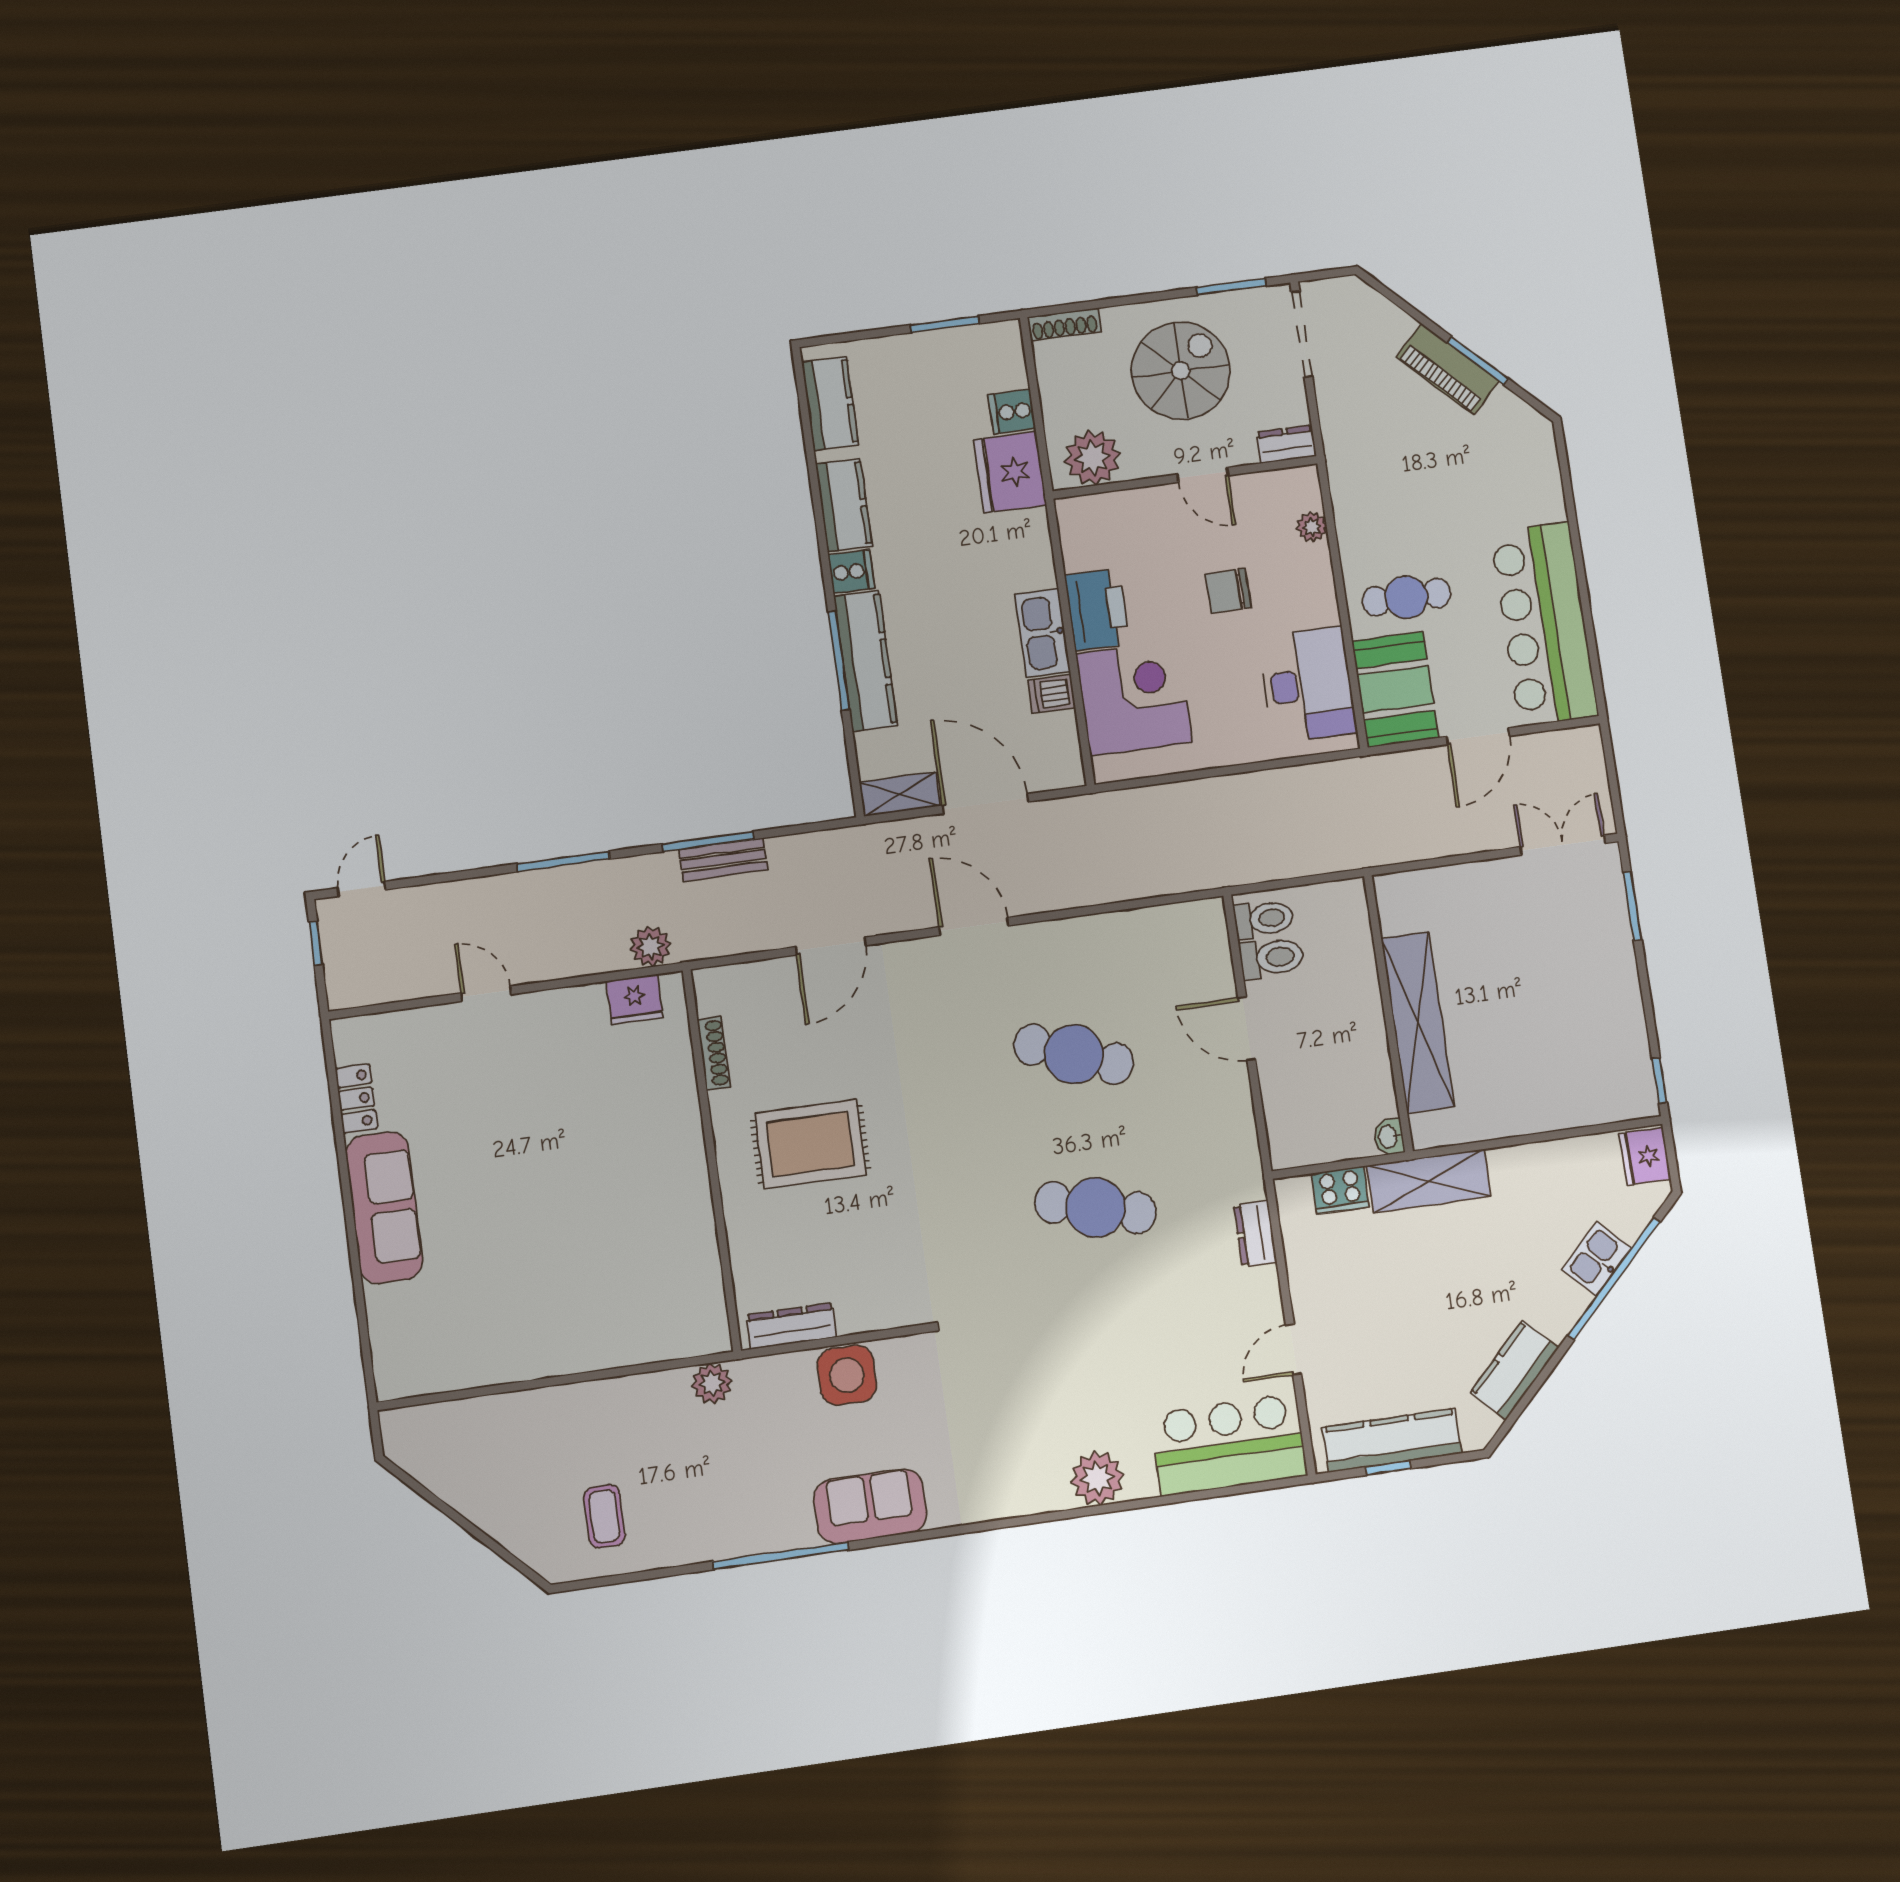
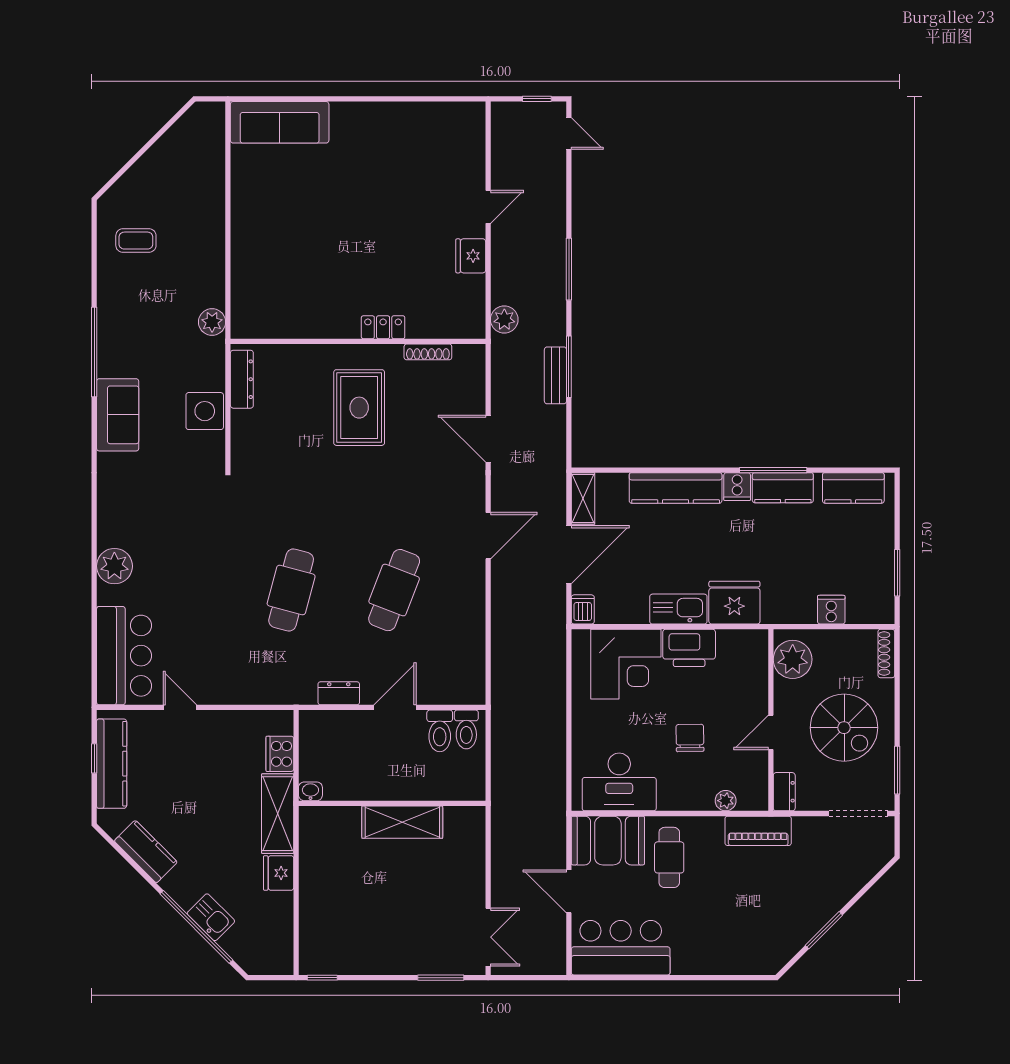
piano: (1448, 369) -> (758, 831), moved, turned -135
fridge: (1010, 472) -> (734, 603), moved
bar counter: (1544, 624) -> (621, 948), width x0.73
window: (839, 661) -> (773, 470), moved
dishwasher: (1052, 694) -> (583, 609), moved
fridge: (635, 999) -> (471, 256), moved
shelving: (1418, 1022) -> (402, 822), width x0.68
locker: (356, 1099) -> (383, 327), moved, turned 180
fridge: (1645, 1156) -> (279, 873), moved, turned -90
sofa: (384, 1208) -> (280, 122), moved
dresser: (1255, 1234) -> (339, 693), moved

